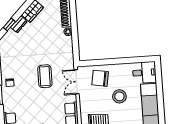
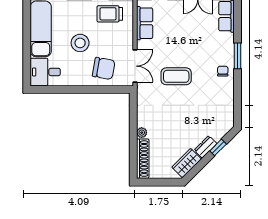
coffee table: (45, 76) -> (176, 76), turned 90

